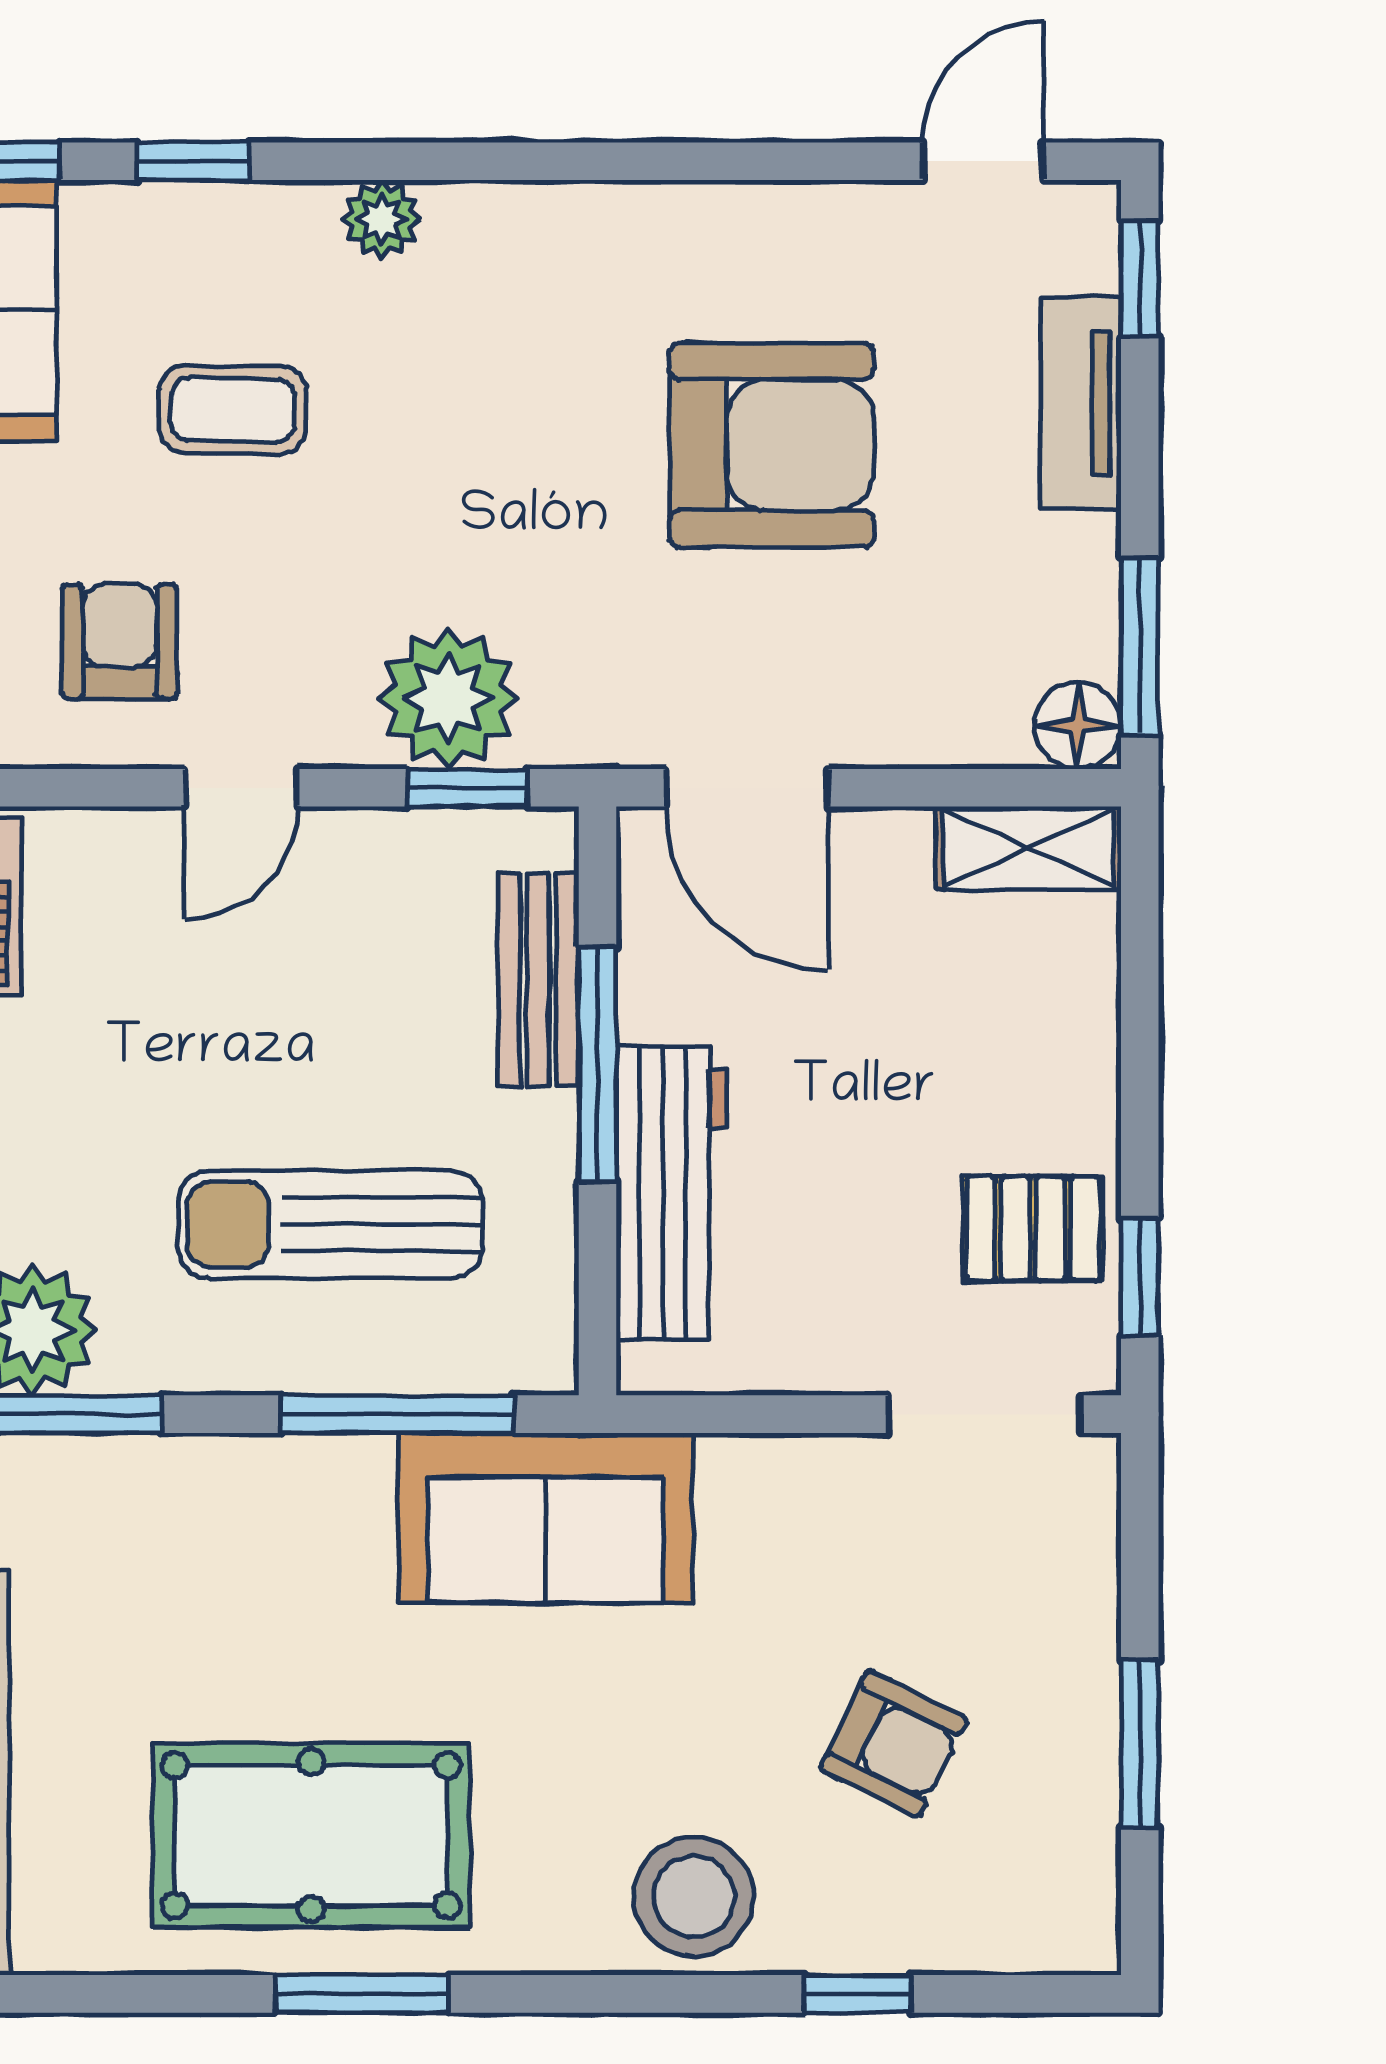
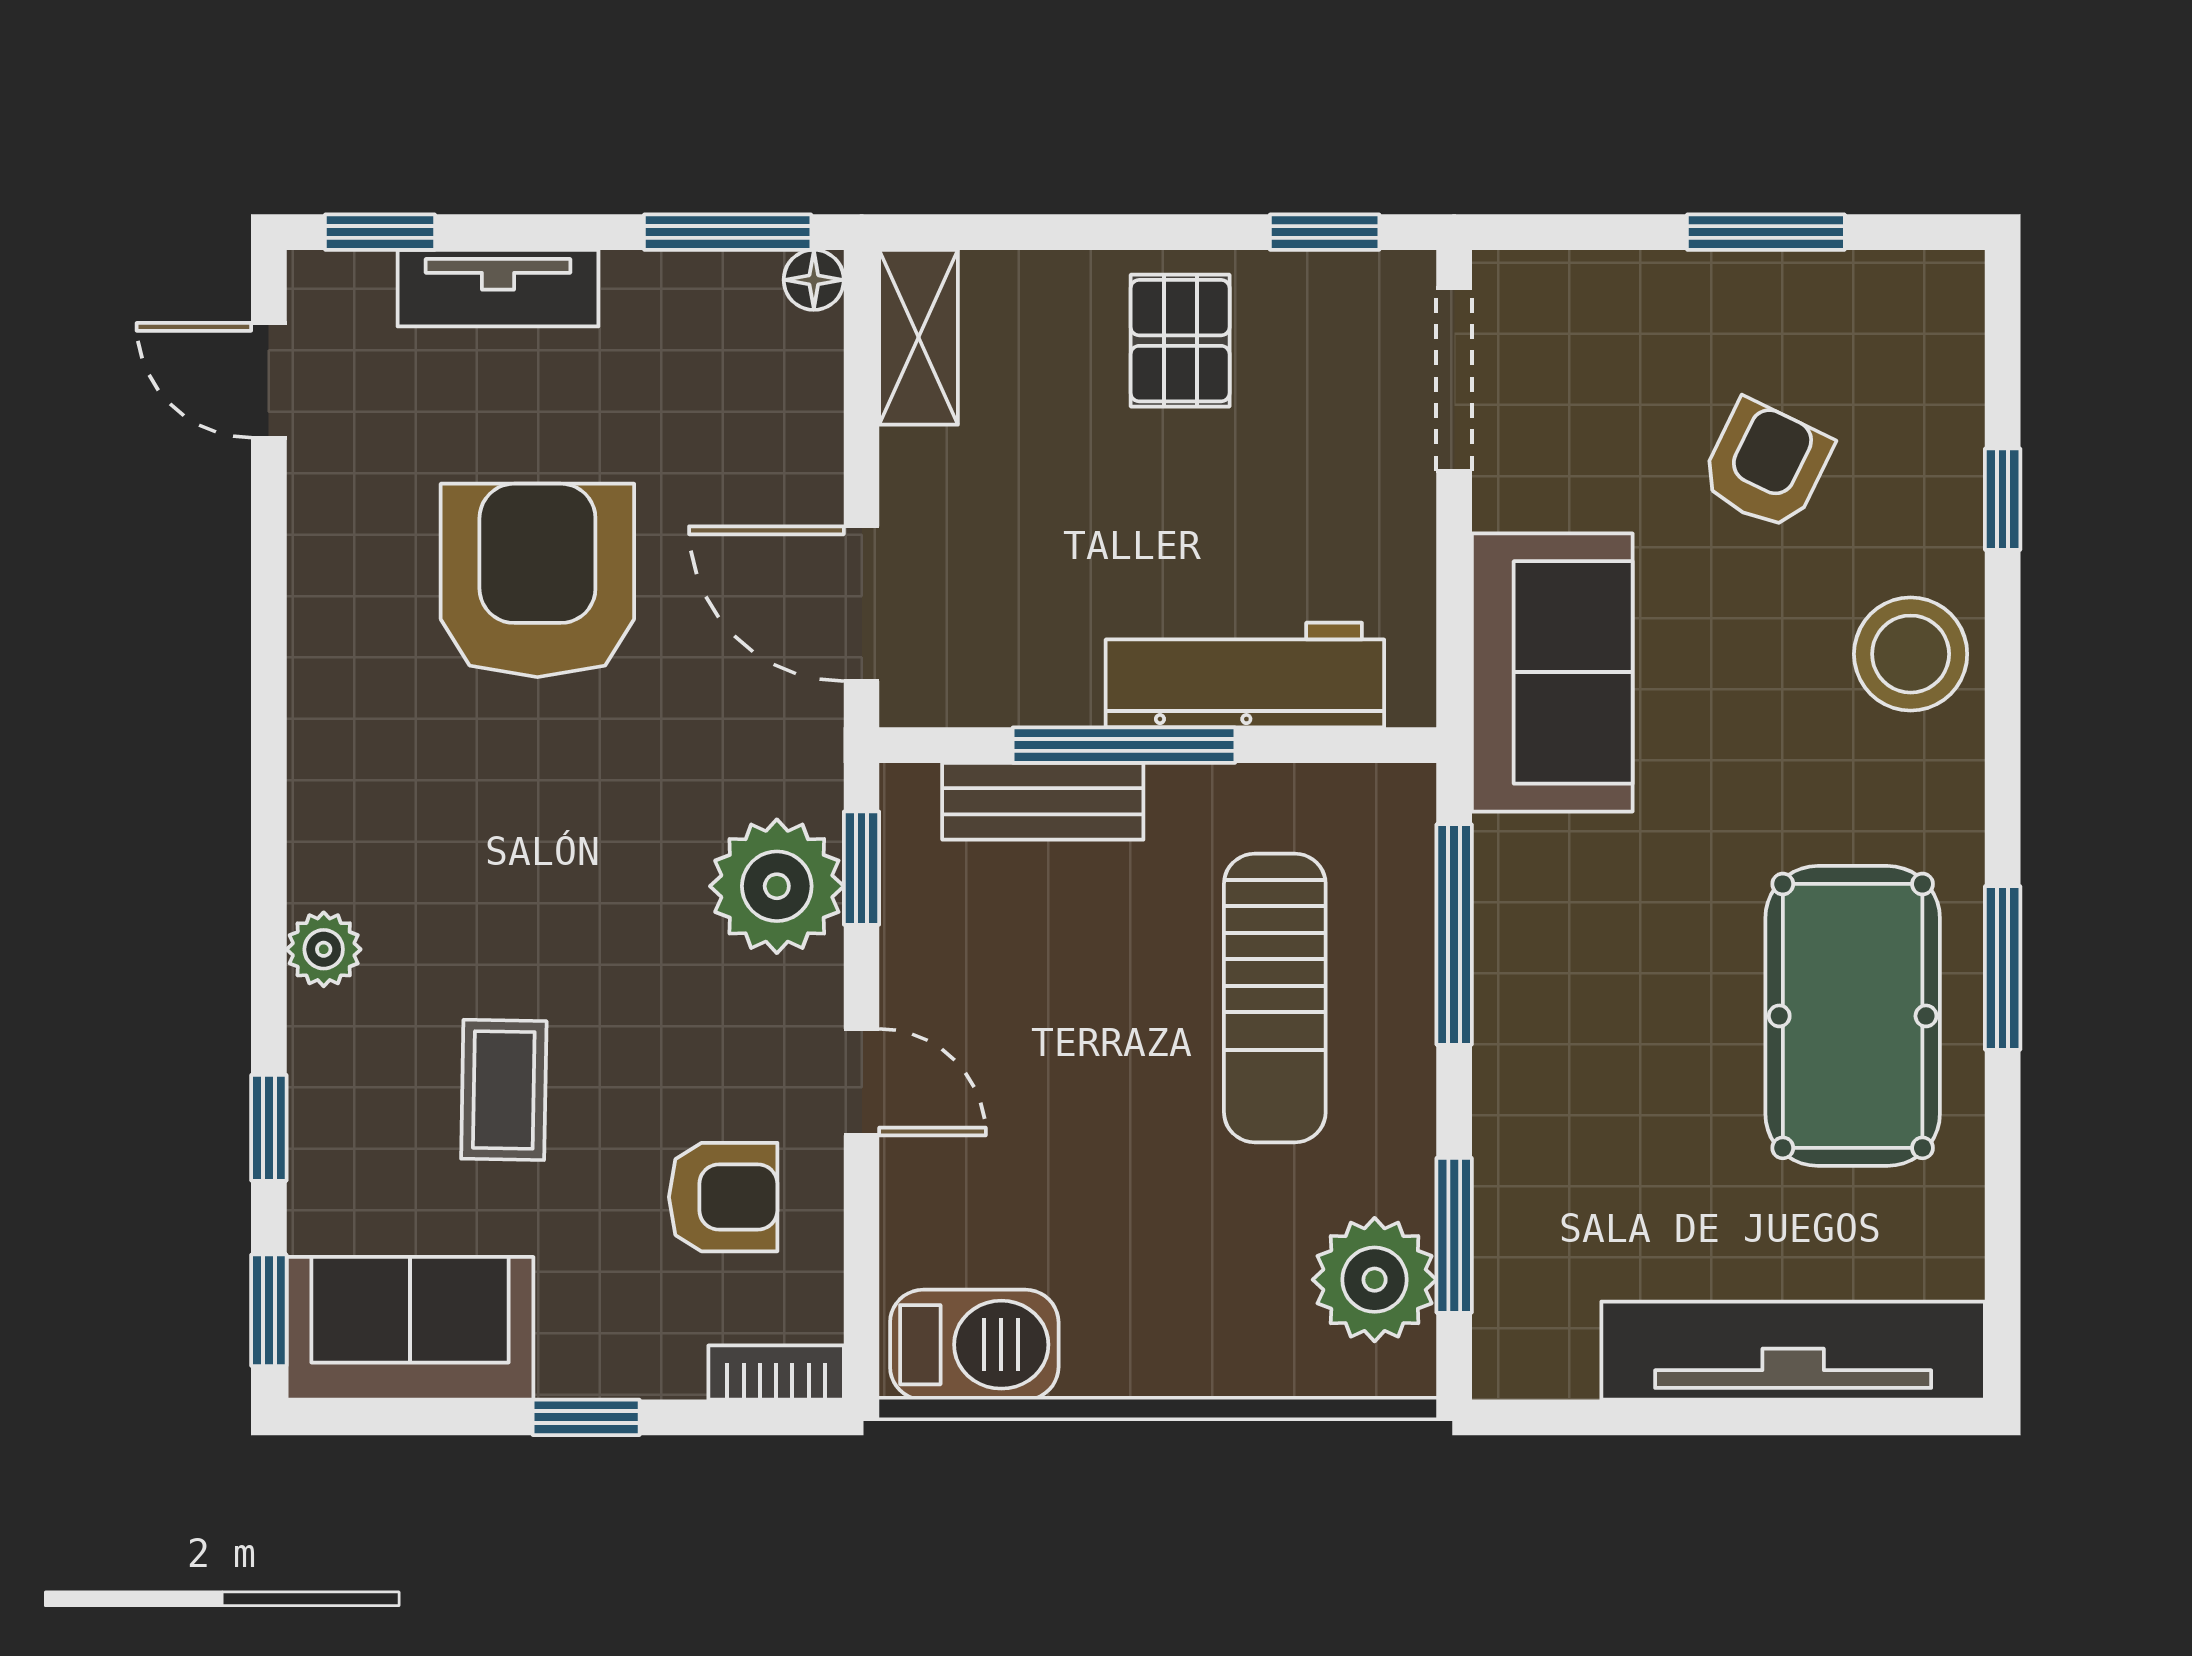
armchair: (120, 641) -> (723, 1197), turned 180
floor lamp: (1077, 725) -> (814, 280), width x0.73, depth x0.73
door: (747, 788) -> (862, 604), swing flipped
pallet: (1033, 1229) -> (1180, 341), moved
sofa: (545, 1518) -> (1552, 672), moved

